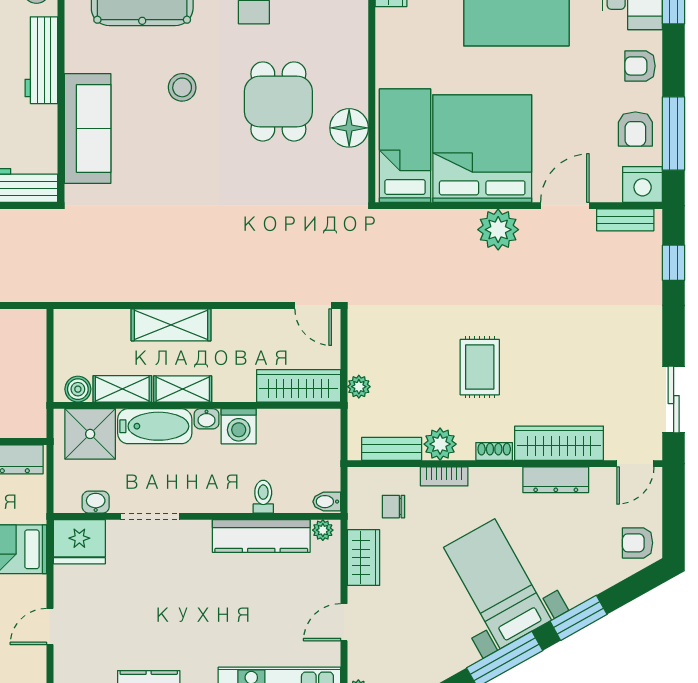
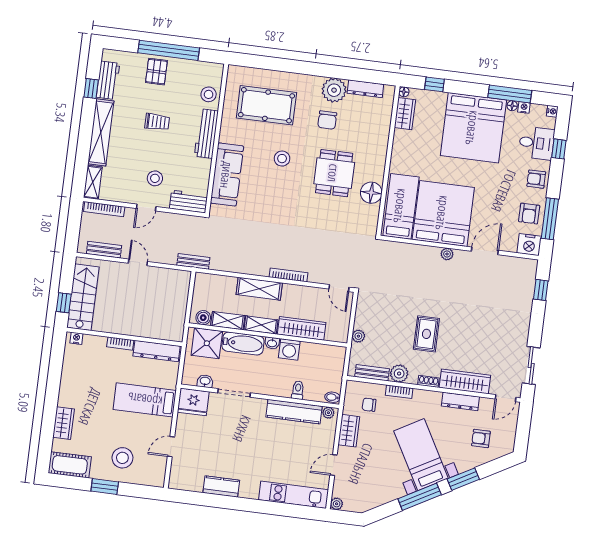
bench: (625, 220) -> (193, 261), moved
plant: (498, 230) -> (447, 254), width x0.53, depth x0.53
bookcase: (220, 294) -> (288, 275), added
wardrobe: (299, 386) -> (302, 328), moved
armchair: (638, 543) -> (481, 438), moved

